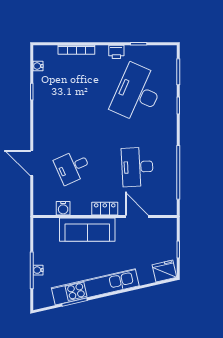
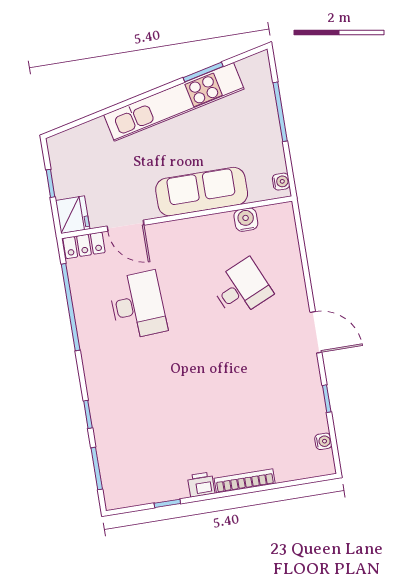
bookcase: (76, 50) -> (245, 481), moved
desk: (137, 93) -> (157, 424), removed
door: (32, 163) -> (316, 332), moved
locker: (105, 209) -> (84, 245), moved
water cooler: (38, 270) -> (281, 182), moved
fridge: (164, 271) -> (73, 215), moved, turned -77

